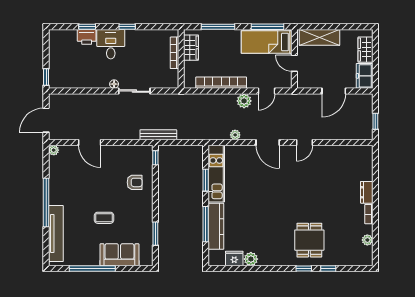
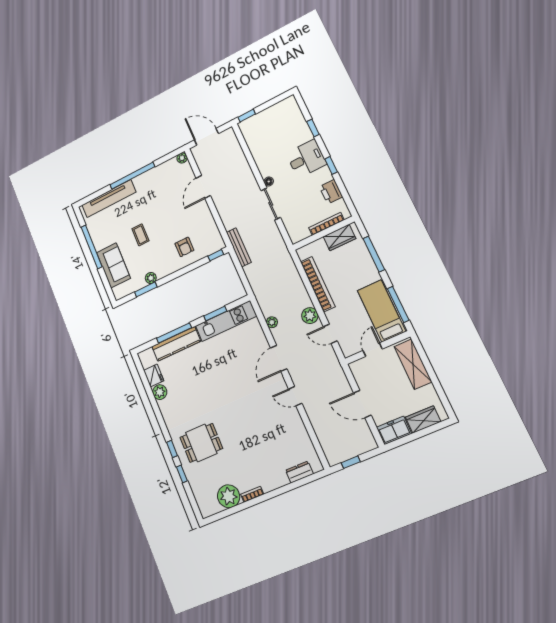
printer: (87, 37) -> (331, 192), moved
dresser: (367, 192) -> (299, 472), moved
plant: (147, 225) -> (151, 278), added
plant: (367, 240) -> (229, 496), width x1.88, depth x1.88

